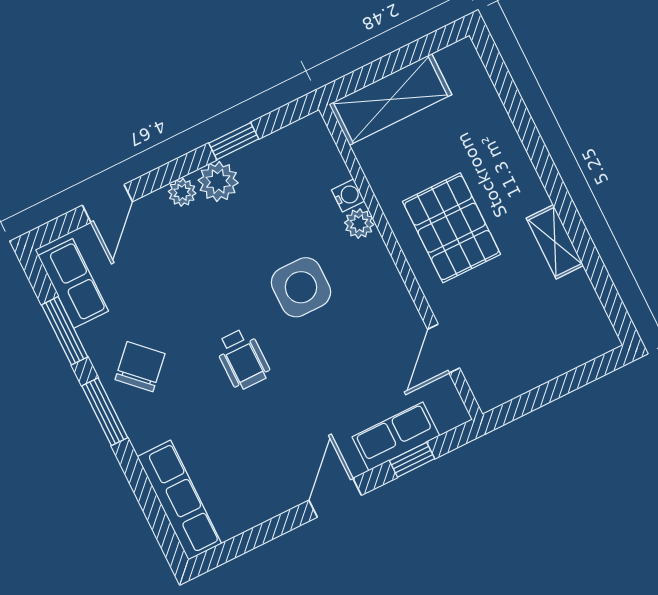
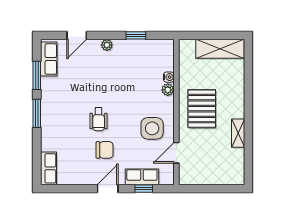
shelving: (390, 99) -> (220, 49), moved
plant: (218, 181) -> (122, 48), removed
side table: (301, 287) -> (152, 128), moved
chair: (140, 367) -> (105, 150), moved, turned 46
row of seats: (179, 500) -> (48, 168), width x0.68

